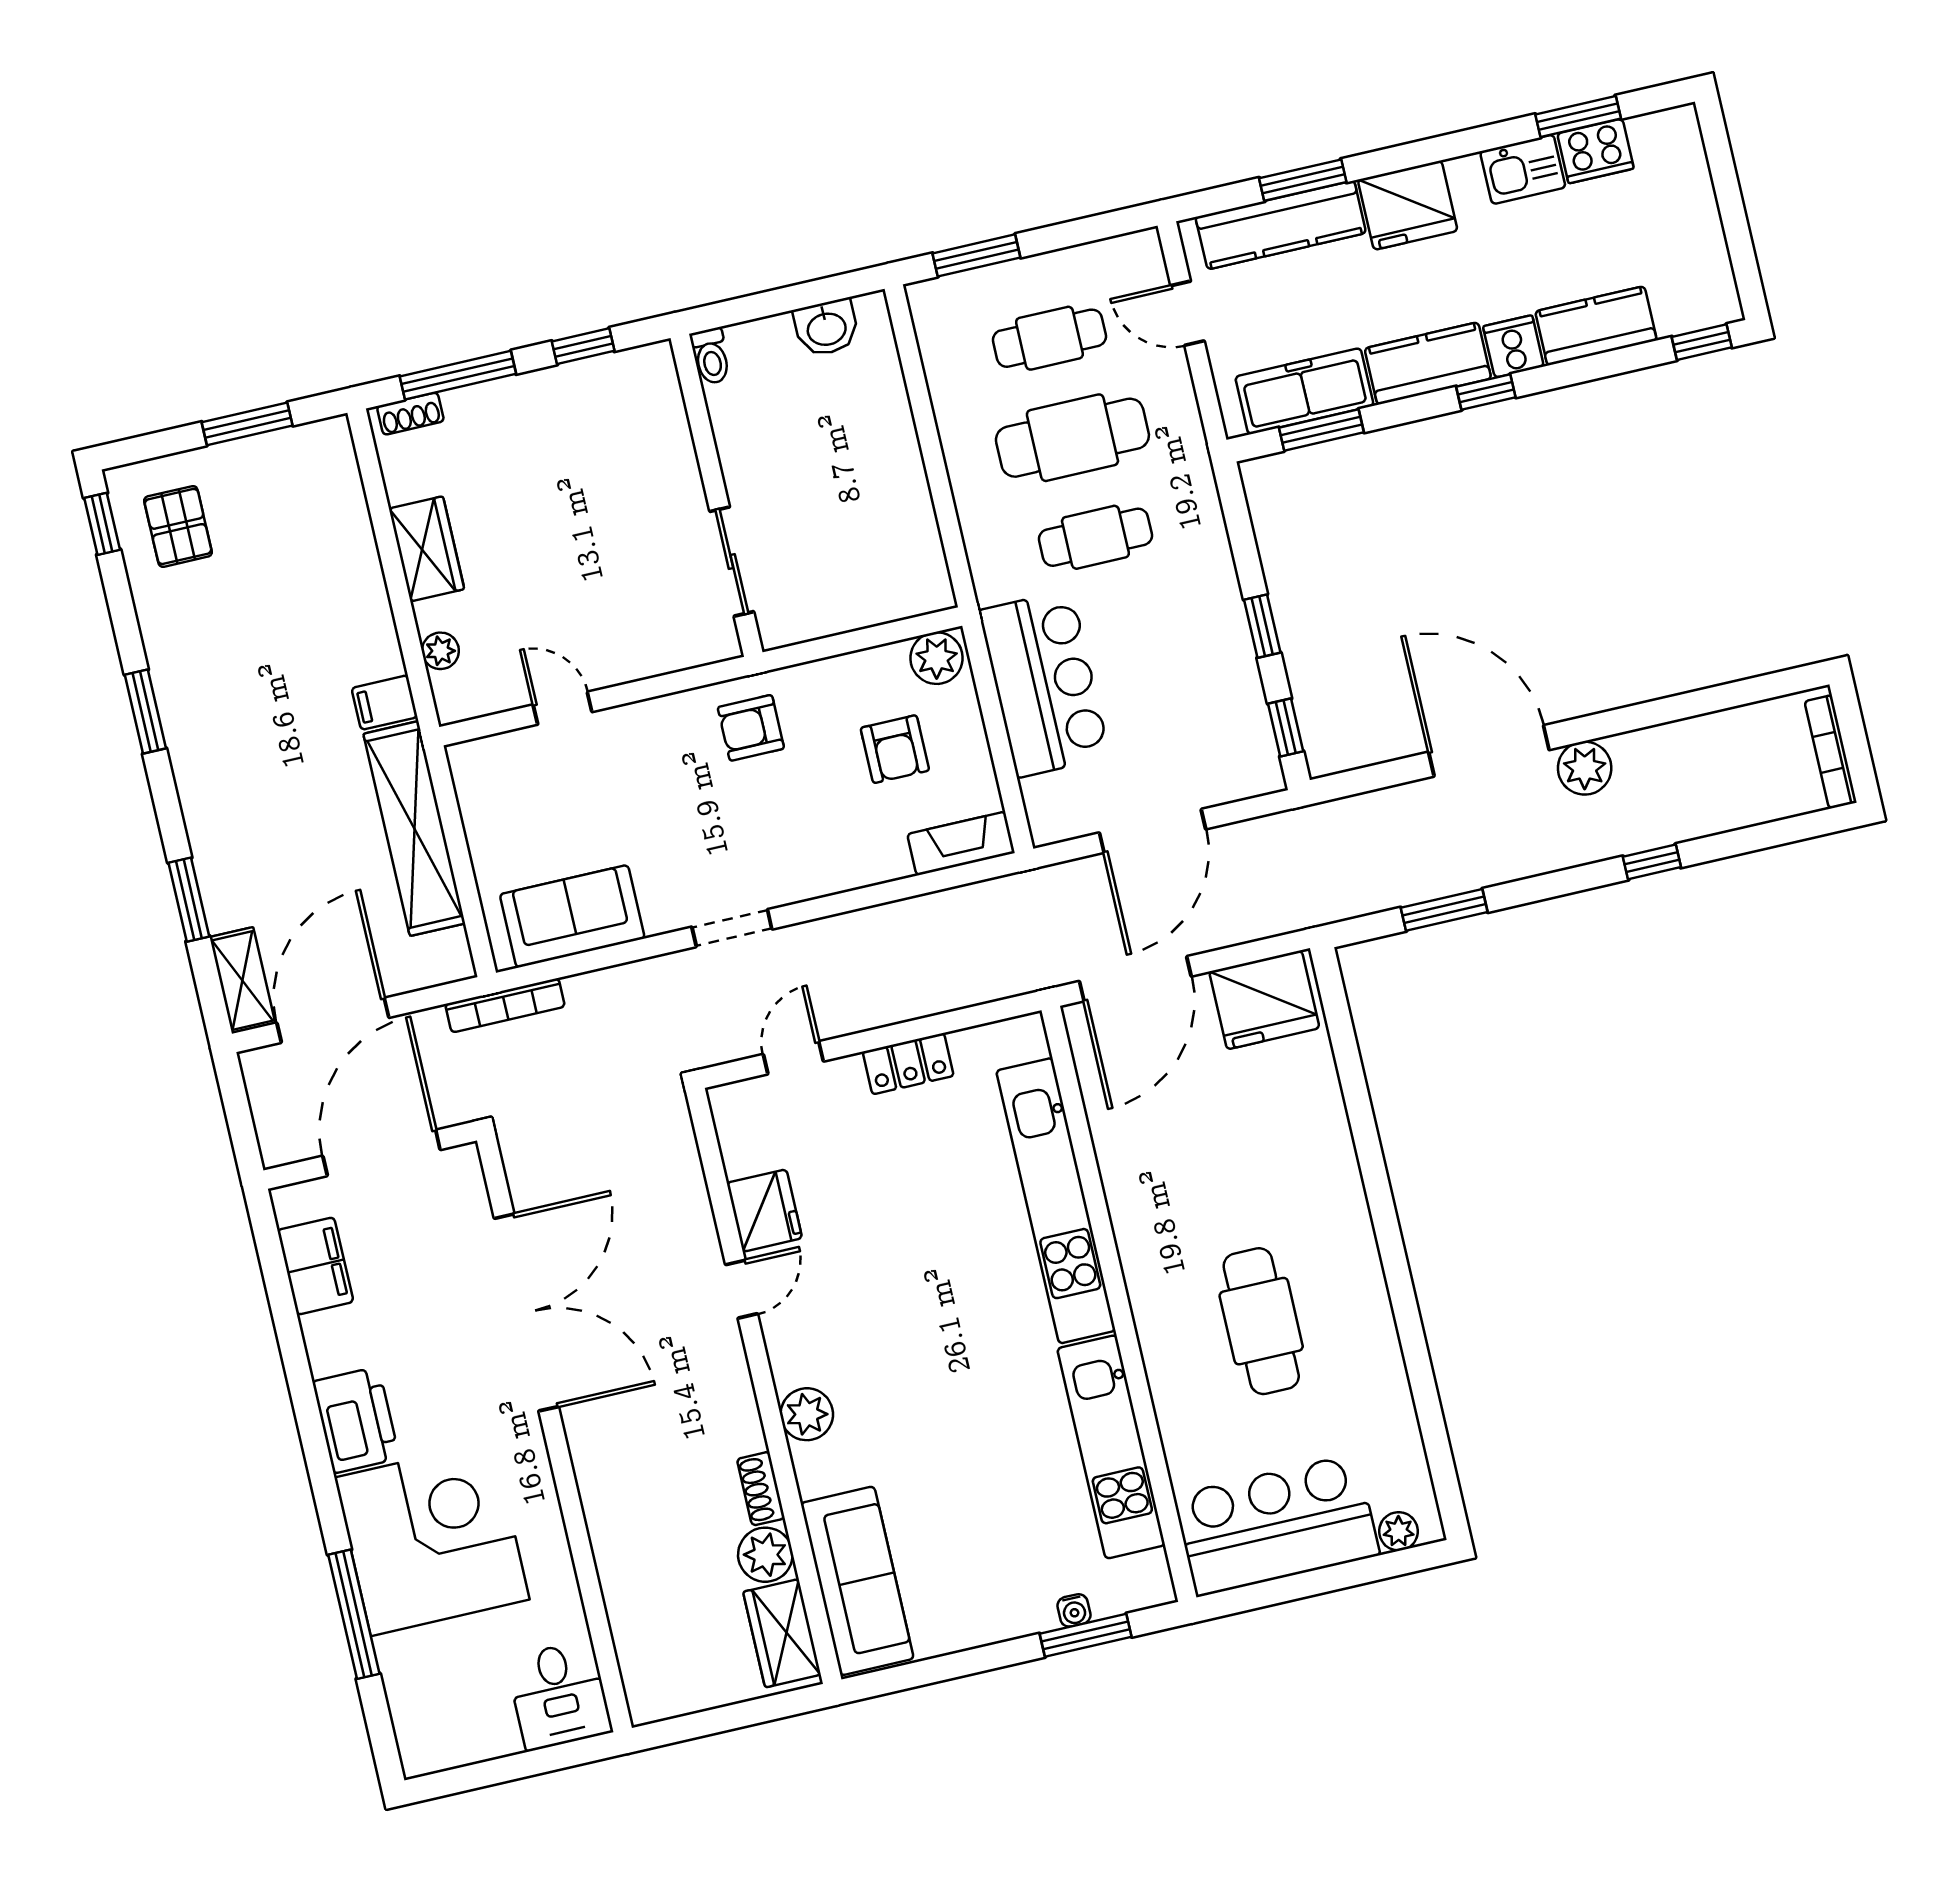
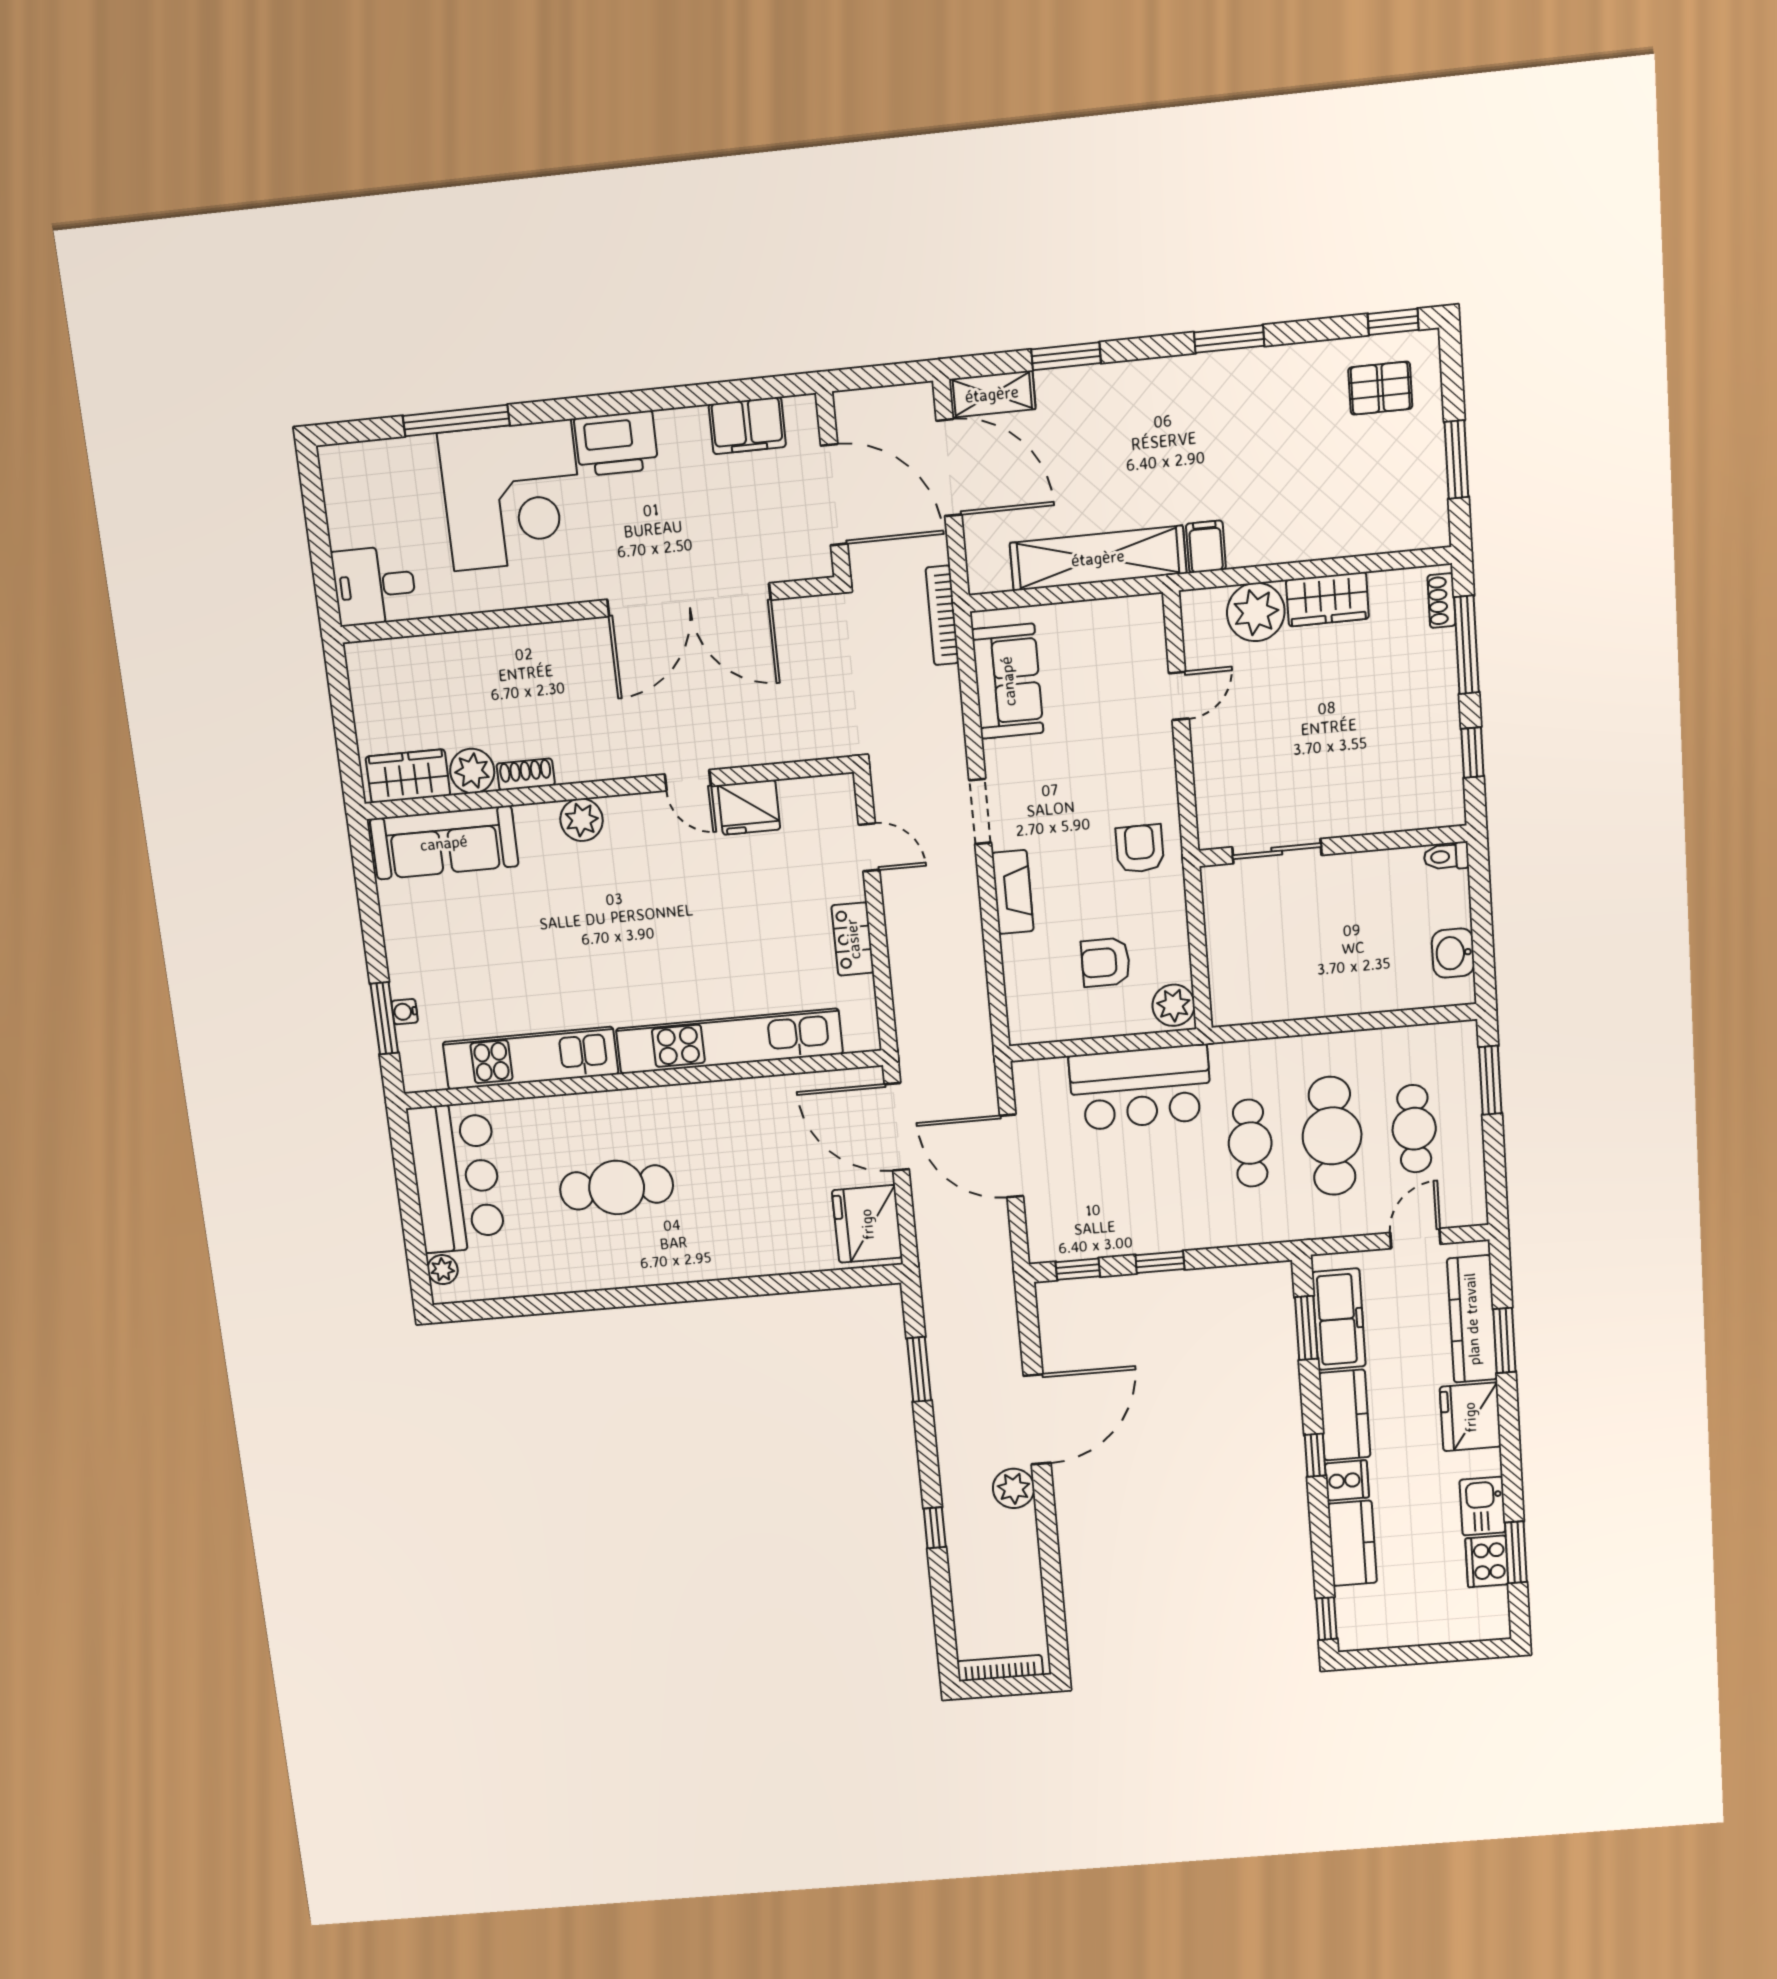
plant: (440, 651) -> (1256, 612), width x1.88, depth x1.88
fireplace: (961, 844) -> (1013, 892), moved

